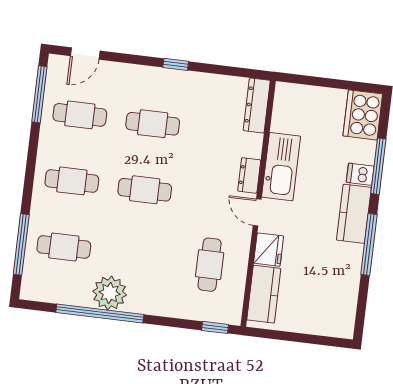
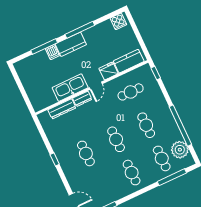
dresser: (257, 105) -> (62, 109), moved
cafe table: (80, 115) -> (146, 125), moved
cooker: (363, 115) -> (118, 21), moved, width x0.53, depth x0.76
plant: (110, 293) -> (180, 150), moved

